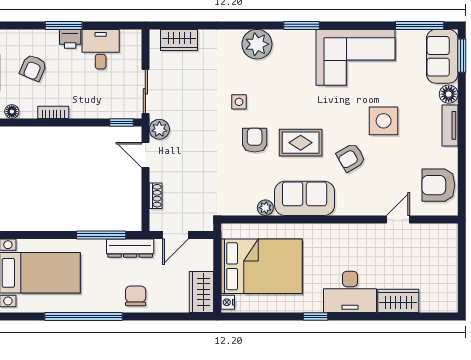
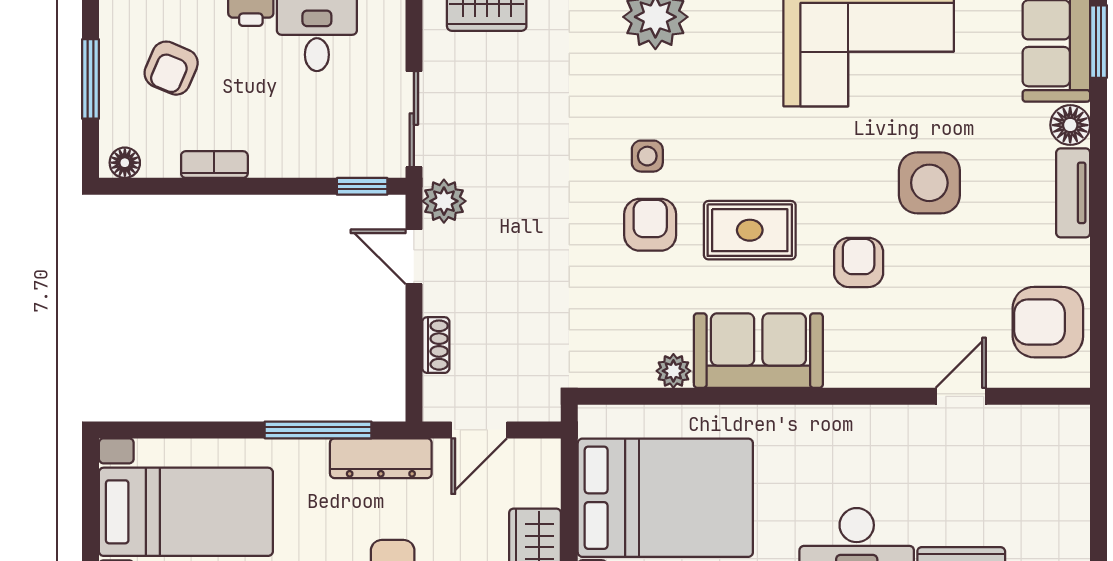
side table: (239, 102) -> (647, 156), moved
armchair: (351, 158) -> (859, 262), turned 120

